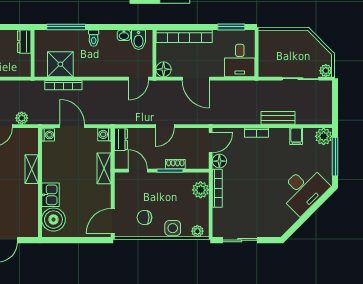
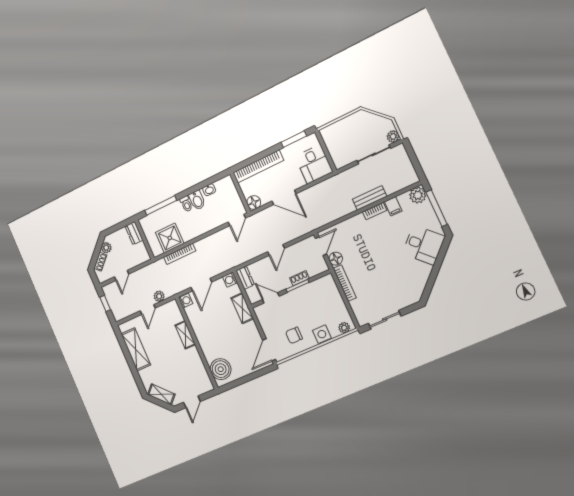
bidet: (139, 40) -> (197, 200), moved
door: (72, 126) -> (201, 285), swing flipped
bookcase: (256, 133) -> (375, 211), moved
plant: (201, 190) -> (331, 291), removed
desk: (304, 190) -> (424, 245), width x0.73
kitchen sink: (50, 195) -> (209, 350), removed

